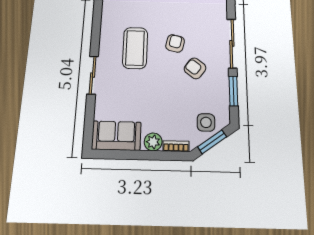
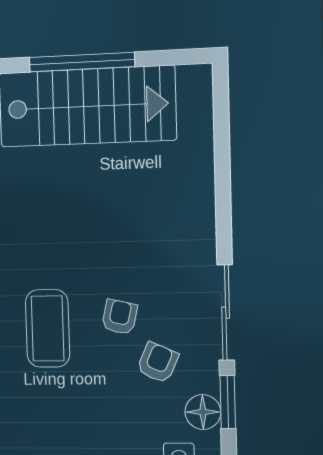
armchair: (195, 68) -> (158, 363), turned 77
floor lamp: (220, 96) -> (203, 412), added

